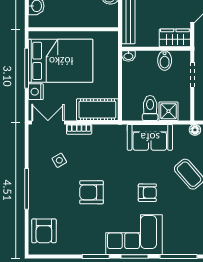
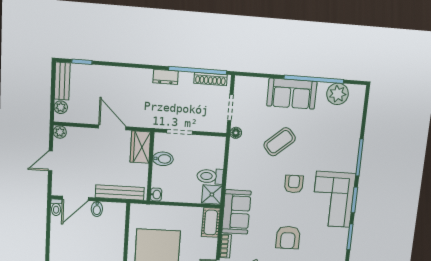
cot: (97, 110) -> (211, 222), width x0.73, depth x0.75
shower: (168, 111) -> (212, 195), moved
sofa: (150, 137) -> (236, 212), moved

